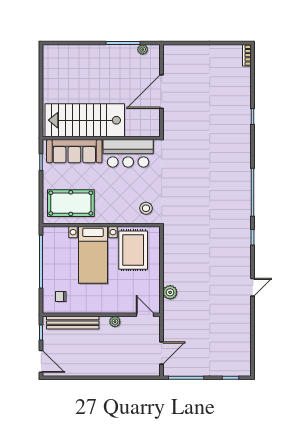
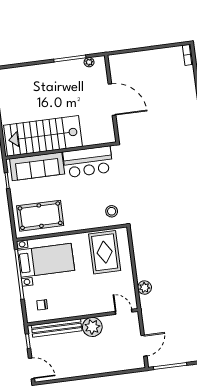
door: (162, 92) -> (112, 100), swing flipped
bed with nightstands: (93, 255) -> (46, 260), moved, turned -90
plant: (115, 322) -> (92, 327), width x1.87, depth x1.87

